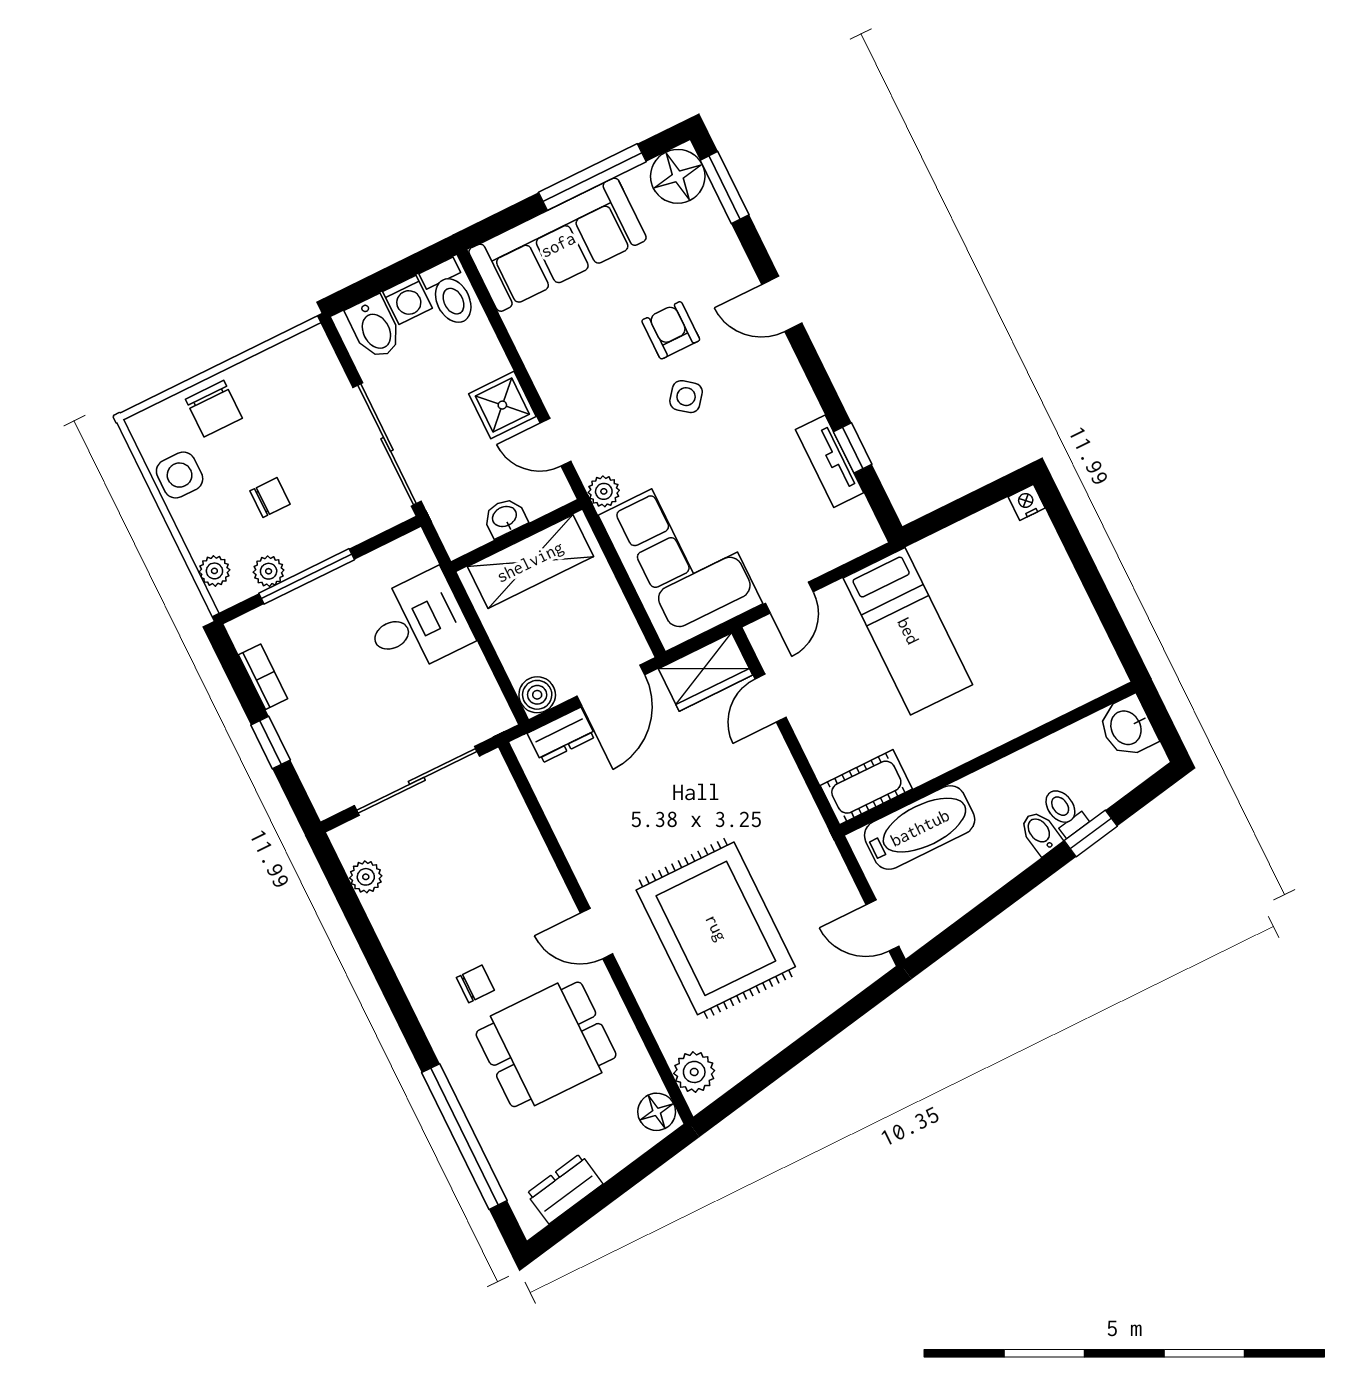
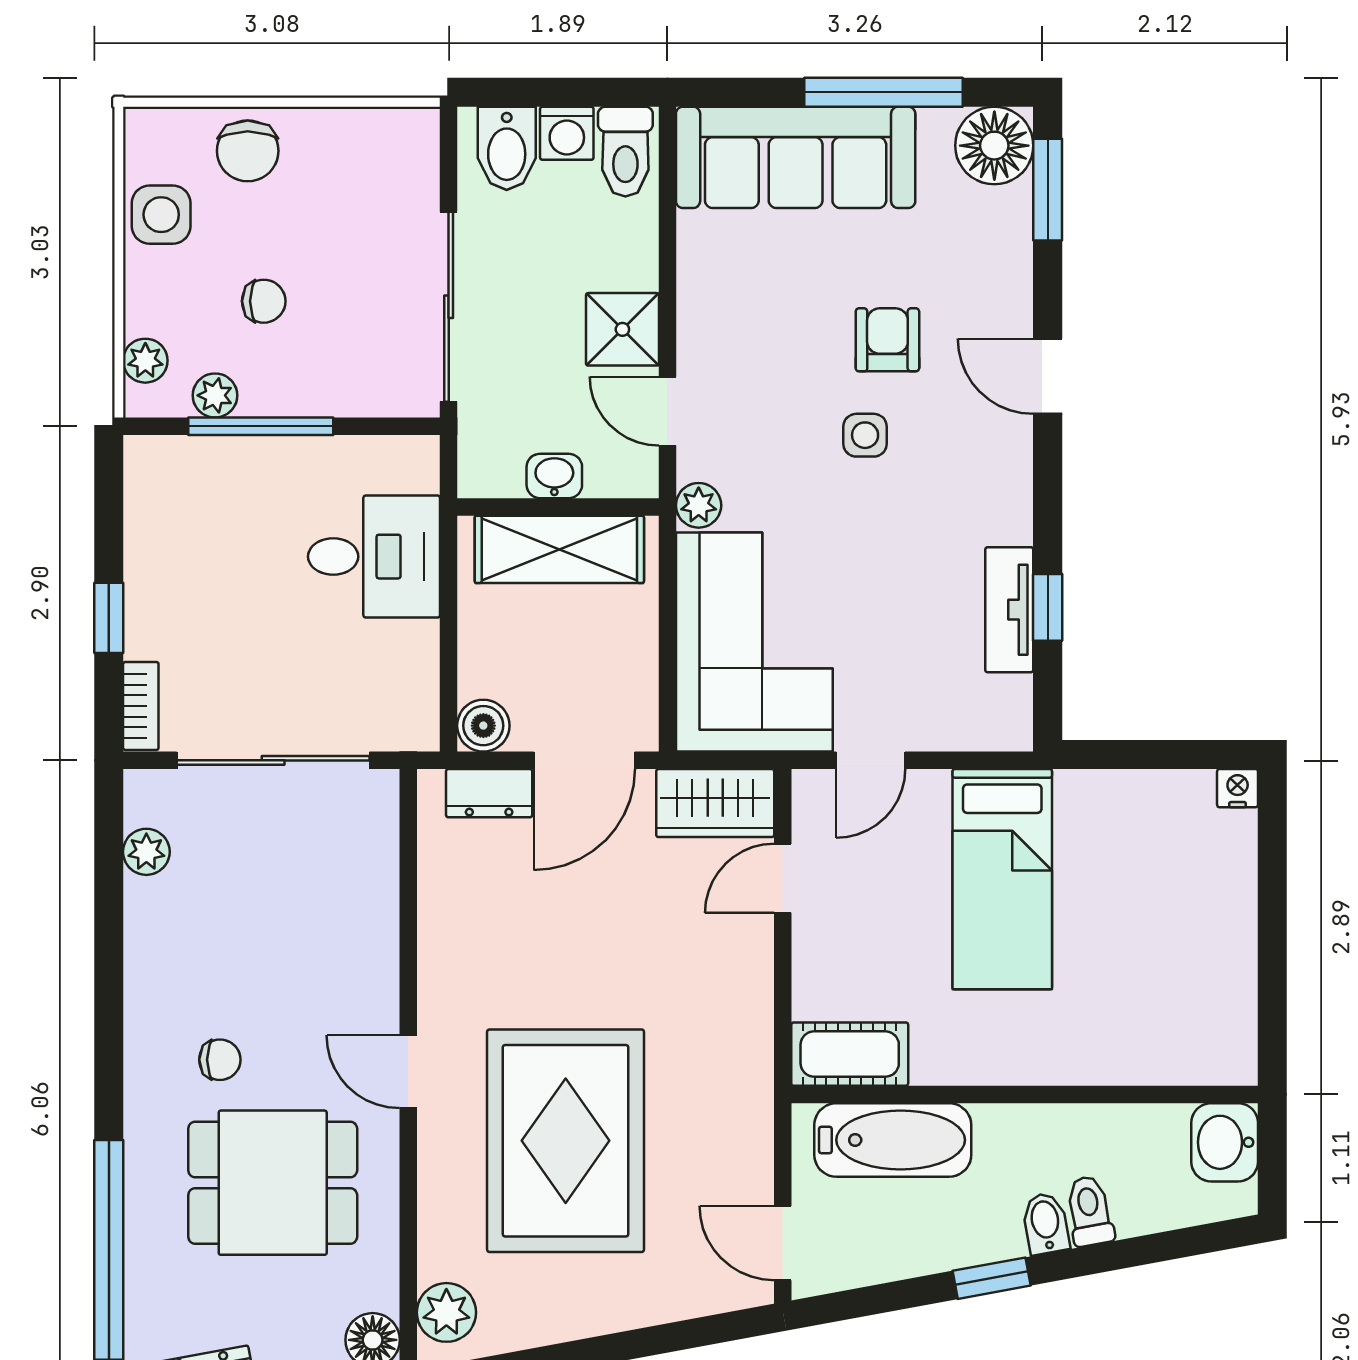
side table: (686, 397) -> (865, 435), turned -38
bookcase: (263, 677) -> (141, 706), moved
window: (1091, 833) -> (992, 1278), moved

